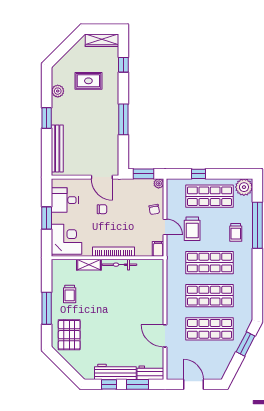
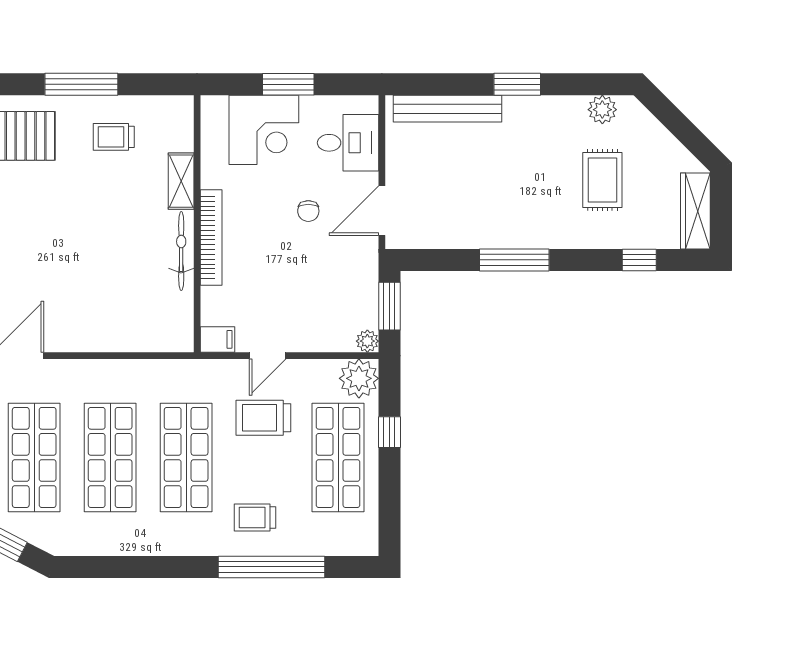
plant: (58, 91) -> (602, 110), moved
plant: (244, 187) -> (359, 378), moved
desk: (65, 200) -> (348, 143), moved, turned 90
chair: (154, 209) -> (308, 331), removed
corner desk: (67, 239) -> (264, 130), moved

